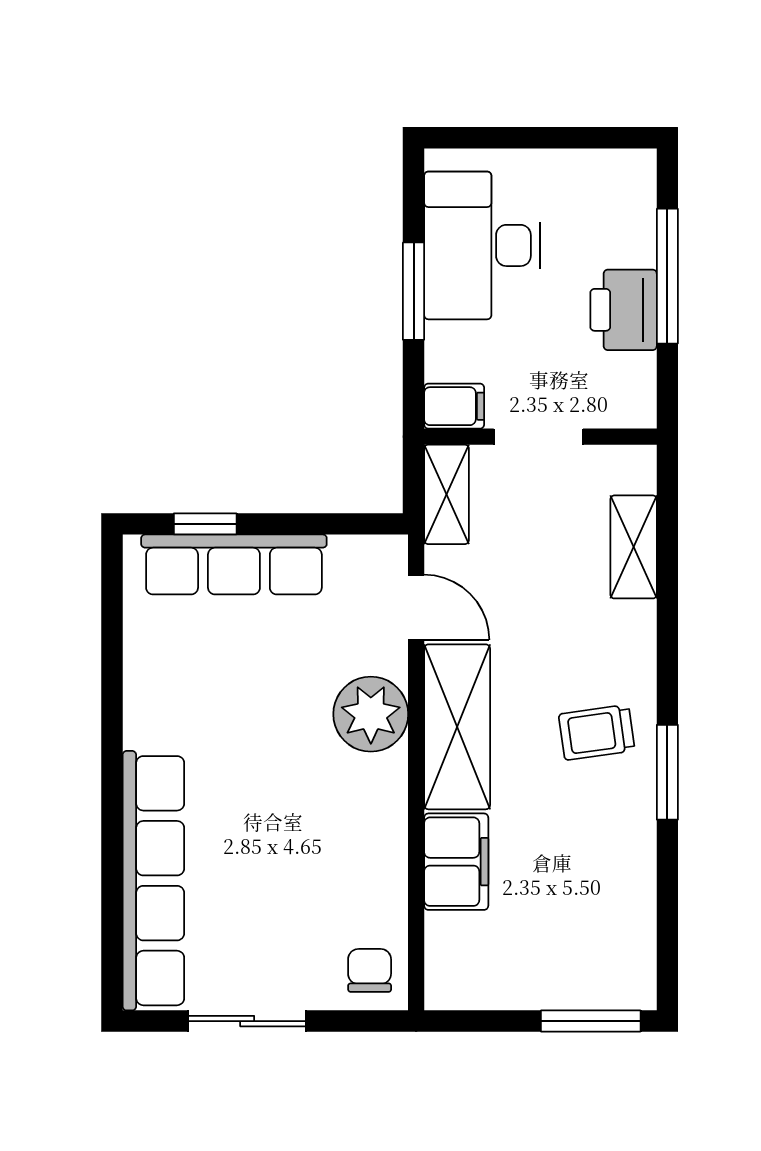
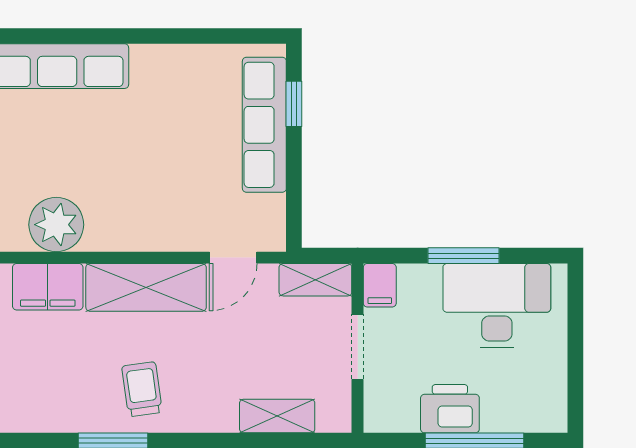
plant: (371, 714) -> (56, 225), moved

